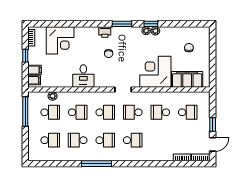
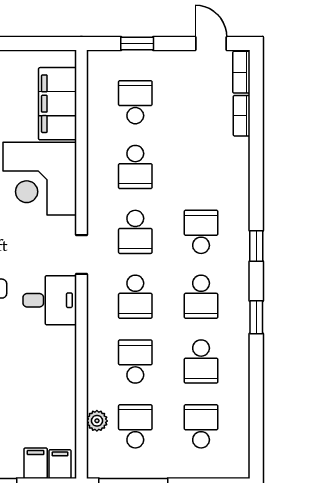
desk: (83, 76) -> (50, 300), moved
school desk: (105, 112) -> (135, 297), turned 180
window: (213, 125) -> (137, 44), moved
school desk: (105, 140) -> (201, 297), turned 180
window: (97, 164) -> (256, 317), width x0.46
window: (127, 164) -> (256, 246), added

